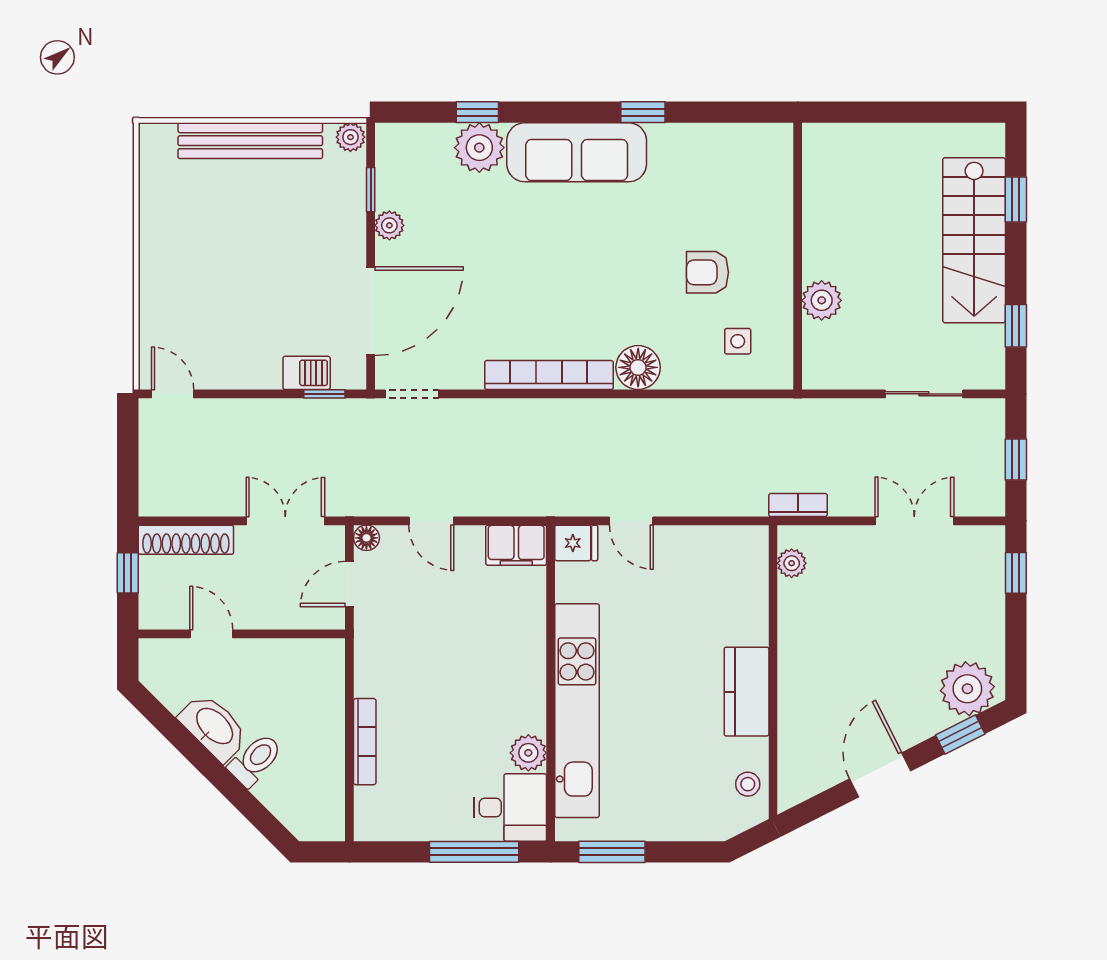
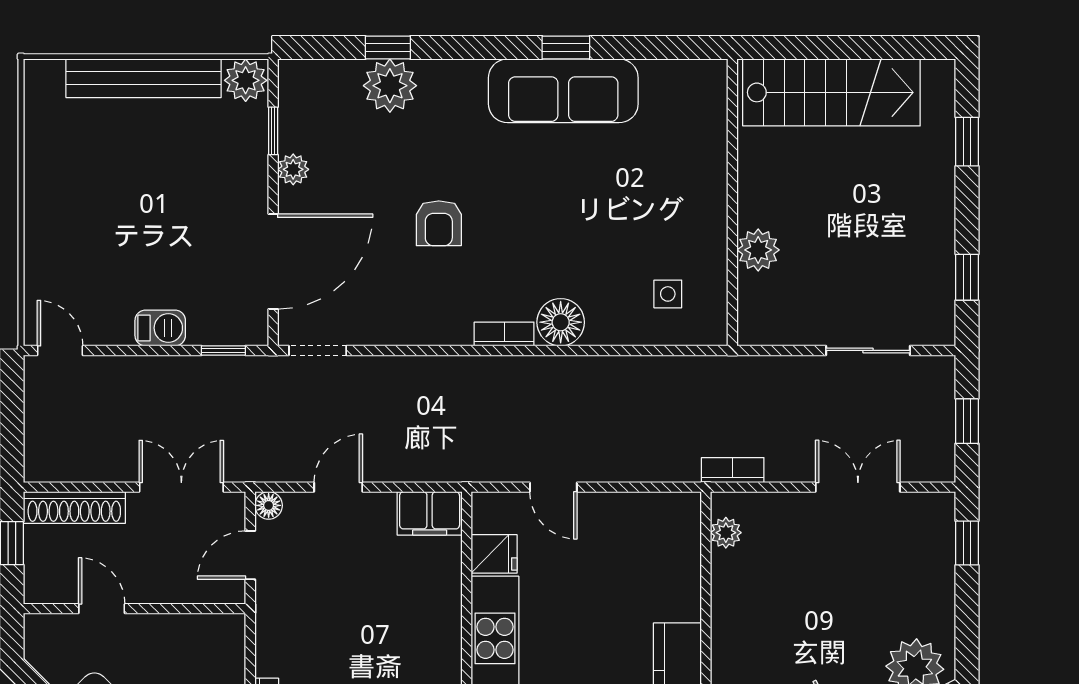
plant: (350, 137) -> (246, 80), width x1.38, depth x1.38
sofa: (577, 152) -> (563, 91), moved
stairs: (974, 240) -> (831, 92), moved, turned -90
armchair: (708, 272) -> (439, 223), moved, turned -90
barbecue: (307, 373) -> (160, 328), moved
bookcase: (549, 375) -> (504, 334), width x0.43, depth x0.76
door: (431, 521) -> (338, 487), swing flipped
fridge: (576, 543) -> (494, 554), moved

